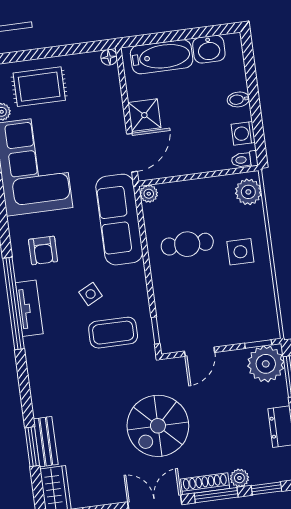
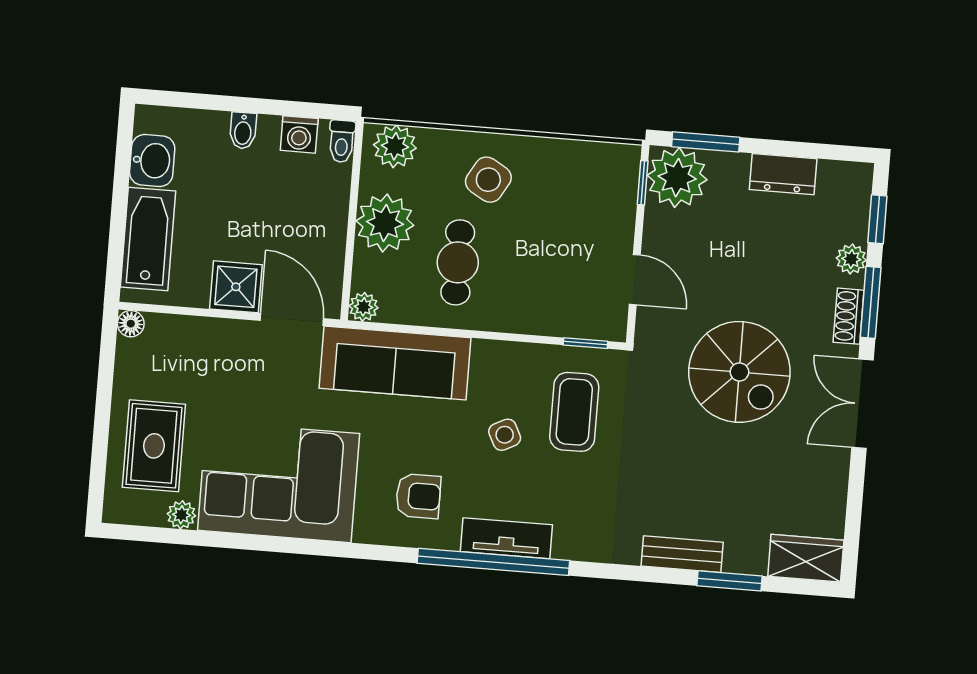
plant: (201, 196) -> (385, 223), added
side table: (240, 252) -> (488, 180), turned 30
bench: (46, 442) -> (682, 554), moved
shoe rack: (205, 484) -> (849, 316), width x0.70

